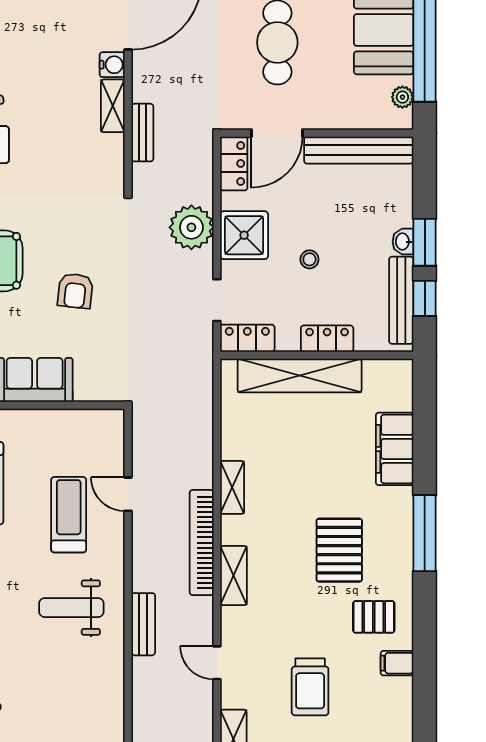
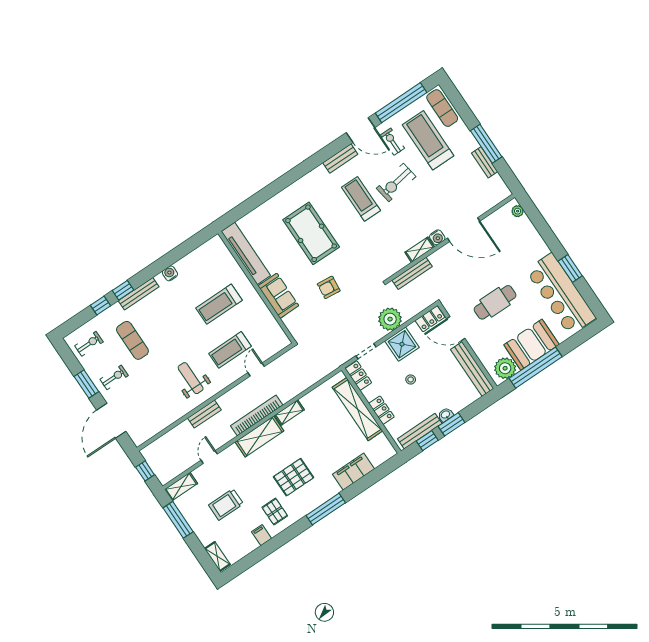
plant: (402, 97) -> (505, 368), width x1.88, depth x1.88
bench: (142, 133) -> (412, 273), width x1.36
treadmill: (69, 515) -> (230, 350), turned 180
shelving: (234, 576) -> (259, 436), width x1.50, depth x1.33

